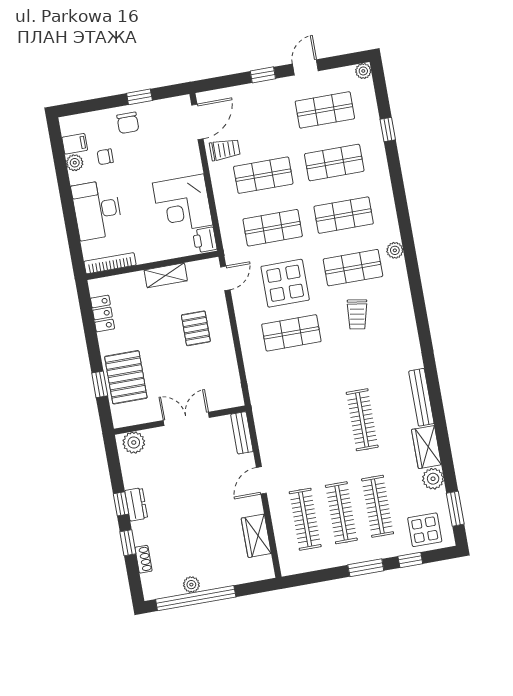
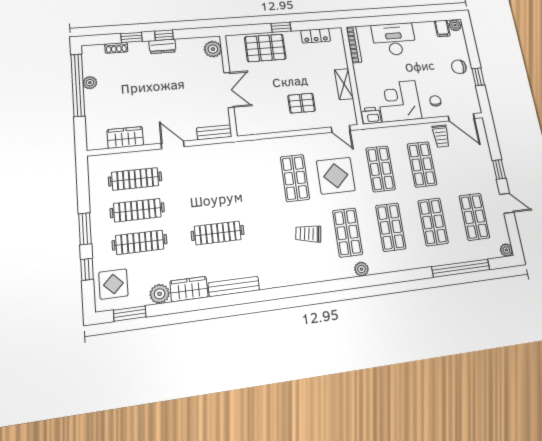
window: (388, 130) -> (461, 268), width x3.17
chair: (105, 157) -> (435, 101), moved
plant: (75, 163) -> (455, 25), moved
window: (100, 384) -> (281, 27), moved

